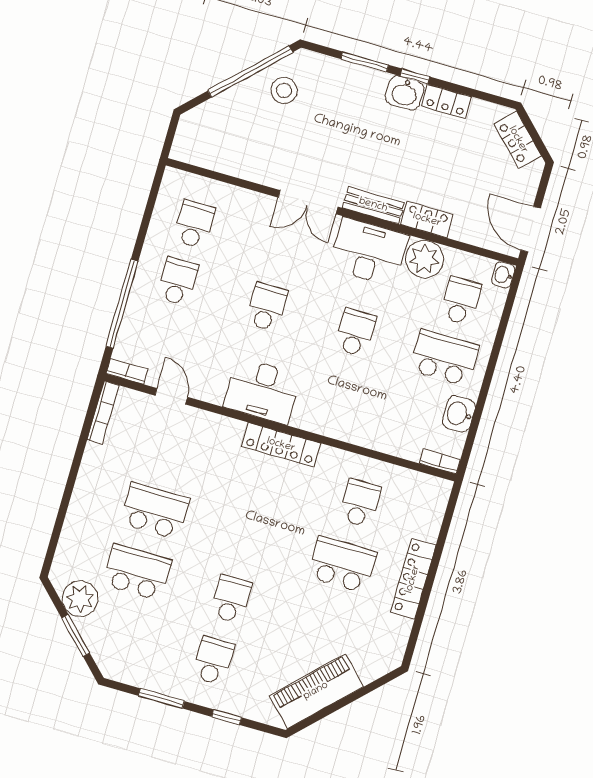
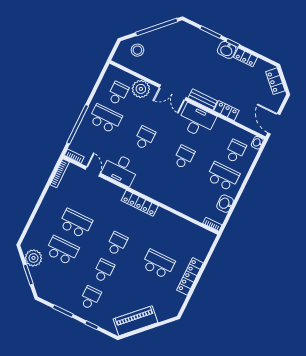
stool: (284, 91) -> (137, 50), moved
plant: (424, 259) -> (141, 89), moved
school desk: (178, 281) -> (105, 119), width x1.85
desk: (262, 391) -> (120, 169), moved
school desk: (360, 503) -> (117, 244), moved

